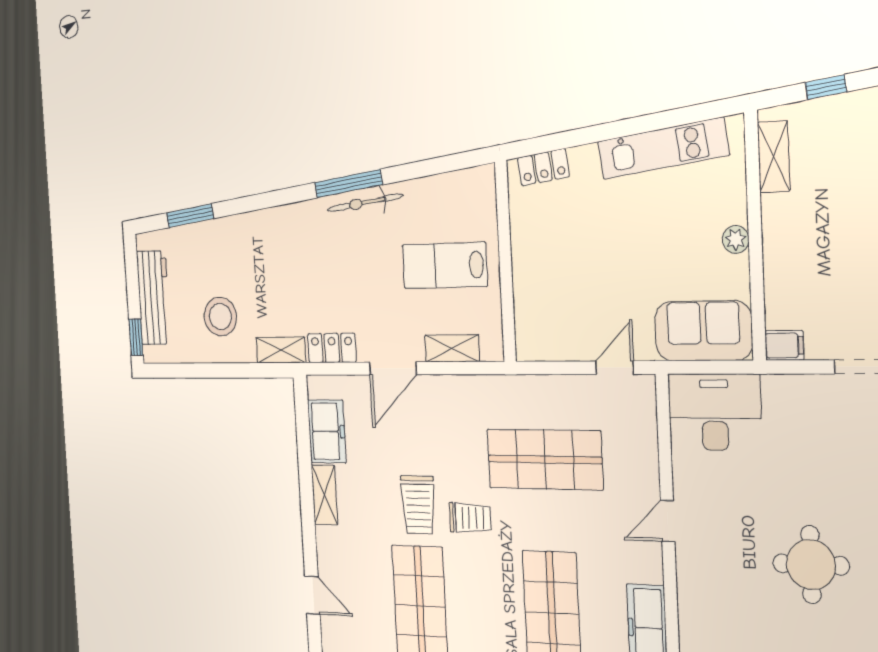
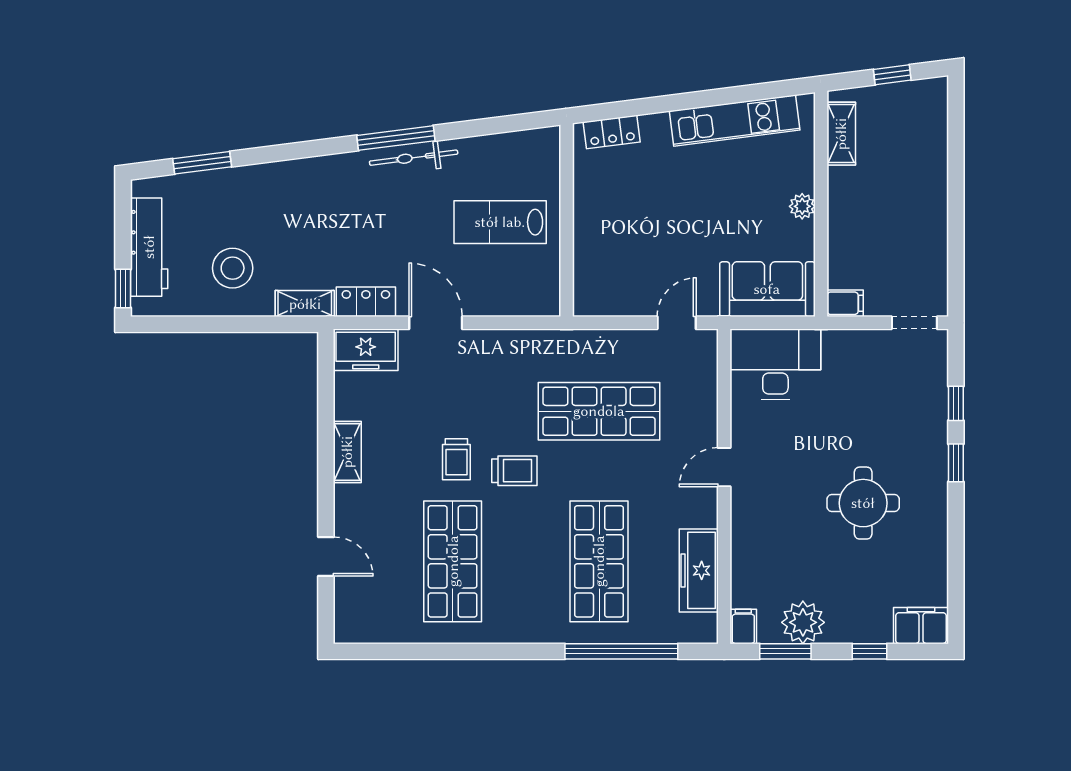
shelving: (452, 348) -> (504, 303), removed
door: (393, 368) -> (436, 323), swing flipped
freezer: (327, 431) -> (366, 350), moved, turned 90
trolley: (418, 505) -> (456, 459), width x0.73, depth x0.72

